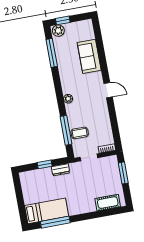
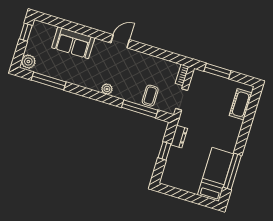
window: (63, 20) -> (26, 32), moved

